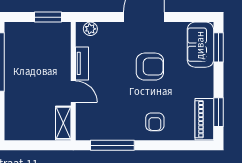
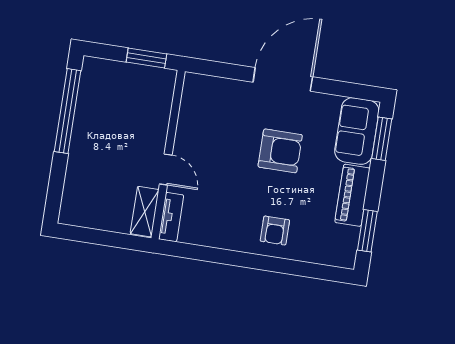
plant: (90, 29) -> (204, 84), removed
tv unit: (82, 63) -> (171, 217), moved
piano: (204, 119) -> (352, 195), moved
window: (112, 145) -> (210, 254), removed

